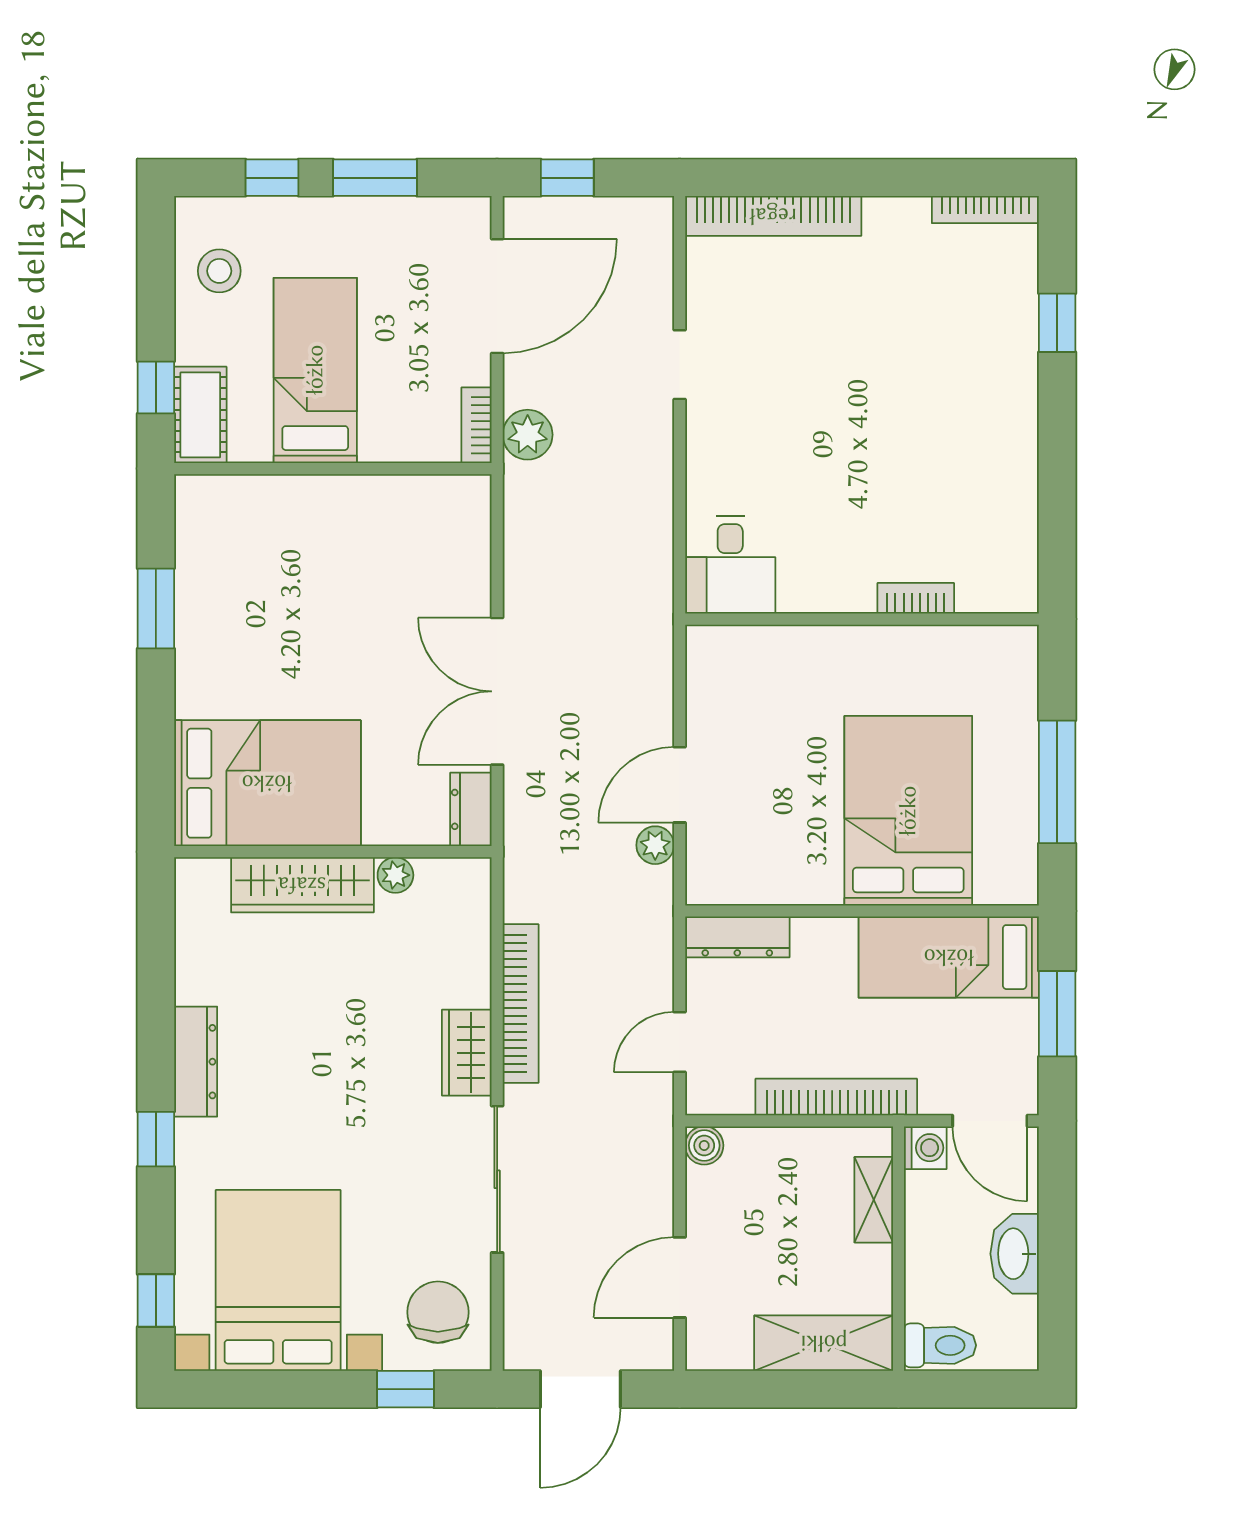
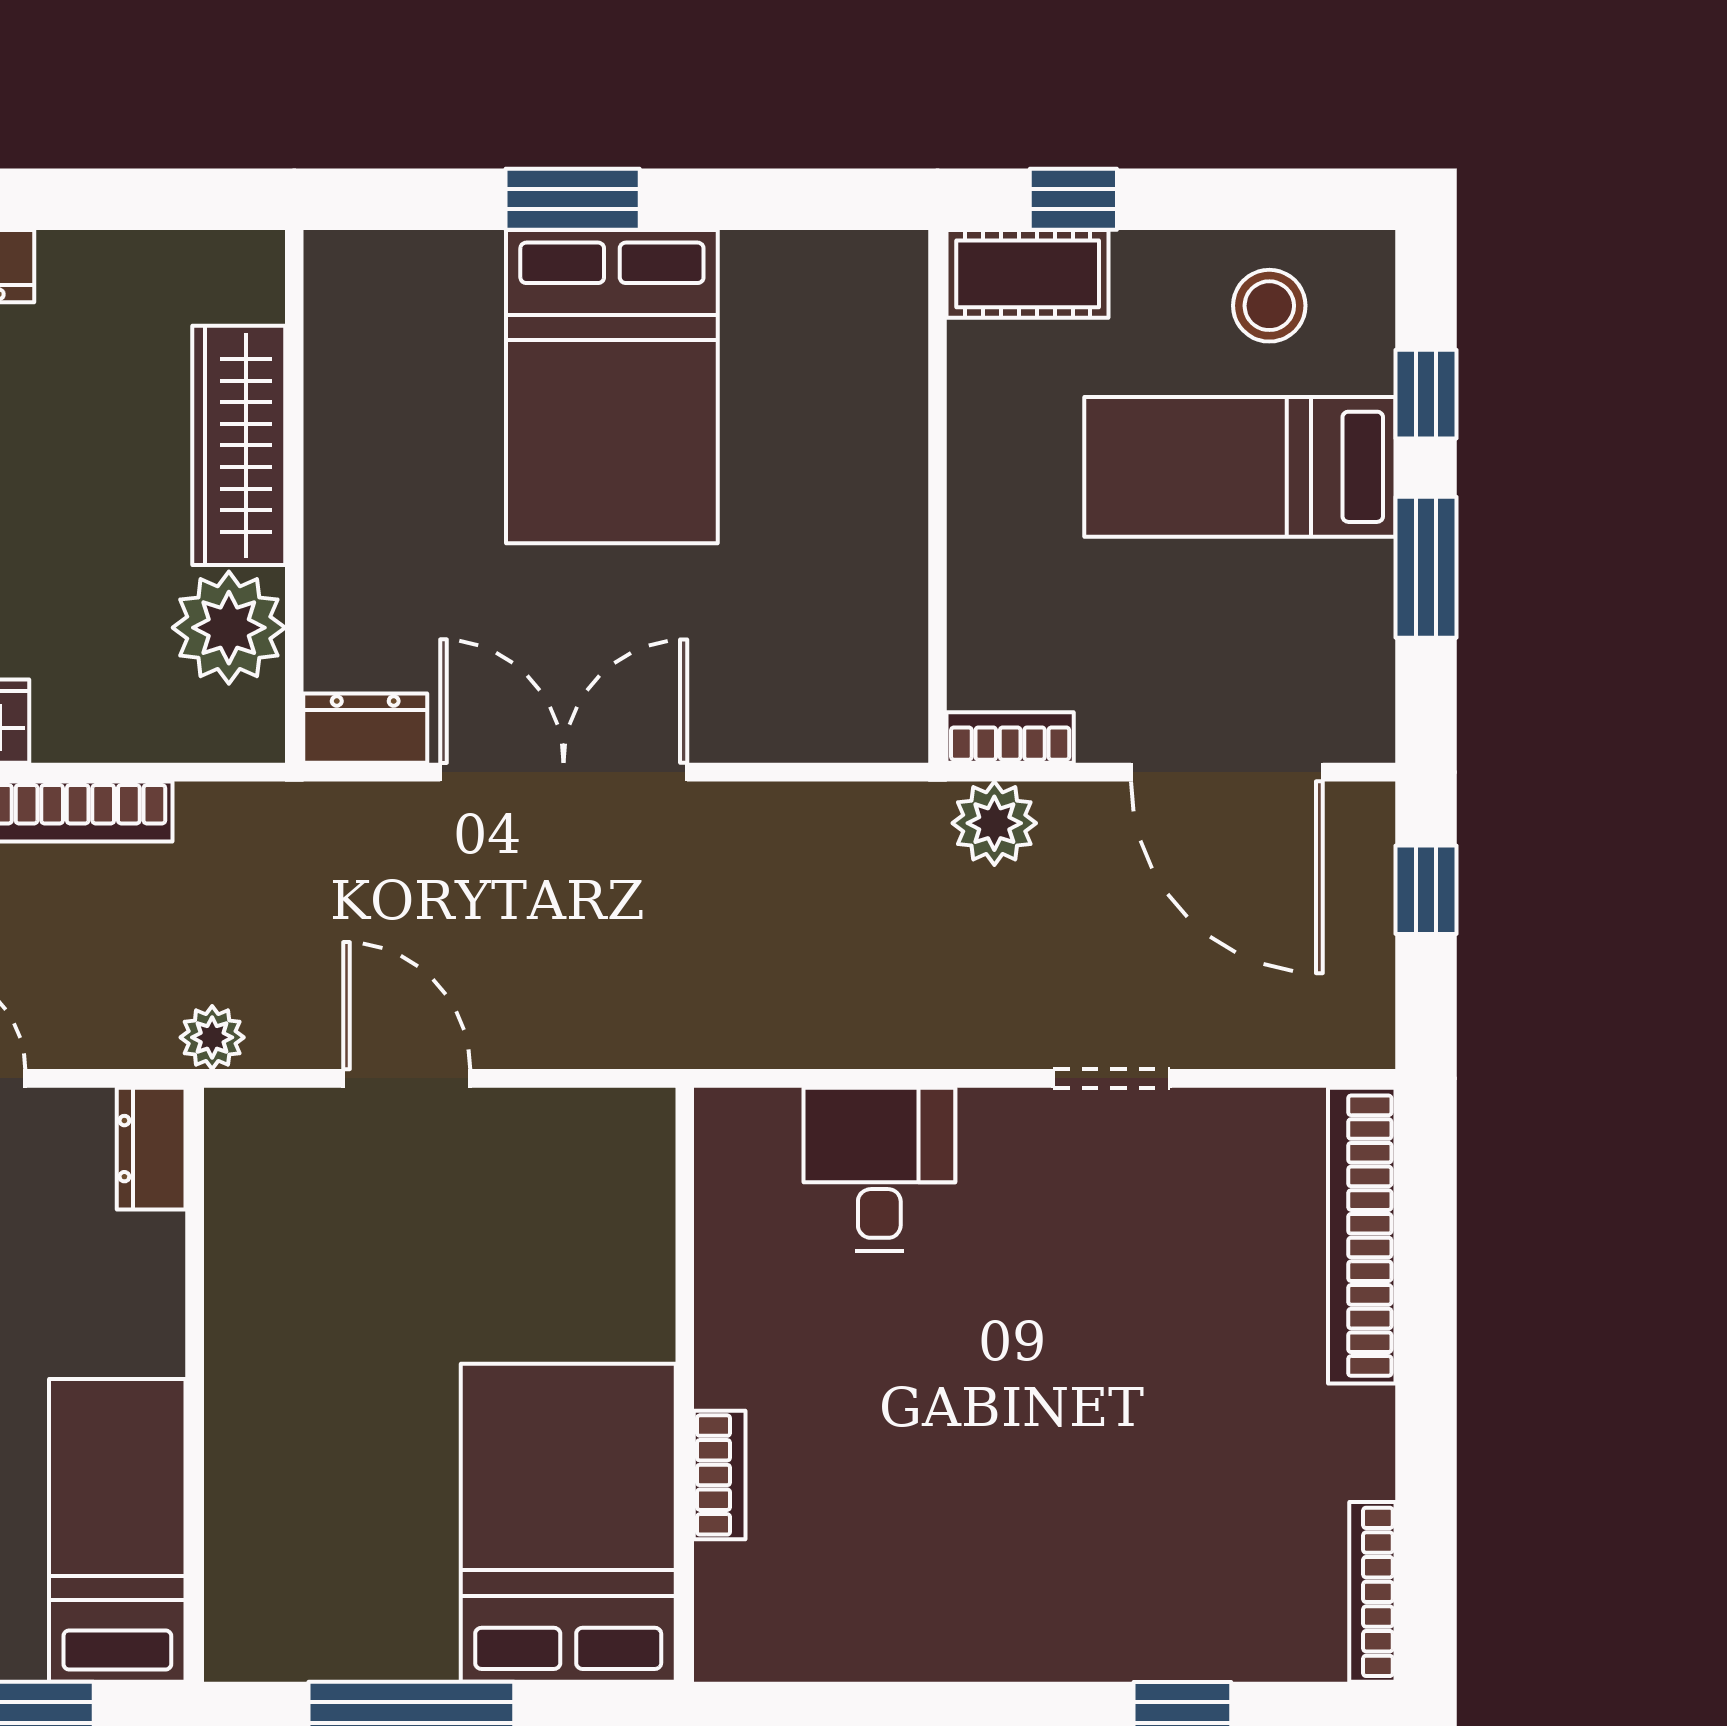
bed: (315, 370) -> (1240, 467), moved, turned 180
desk: (730, 565) -> (879, 1169), moved, turned 90
window: (156, 609) -> (573, 199), moved
bed: (267, 783) -> (612, 387), moved
bed: (908, 811) -> (568, 1523), moved, turned -90
plant: (655, 845) -> (212, 1037), moved
plant: (395, 875) -> (229, 628), width x1.87, depth x1.87
dresser: (737, 937) -> (151, 1149), width x0.70

